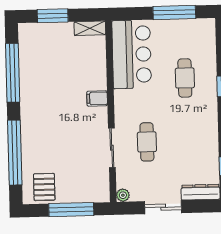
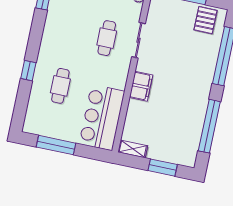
filing cabinet: (97, 98) -> (141, 86), width x2.00

